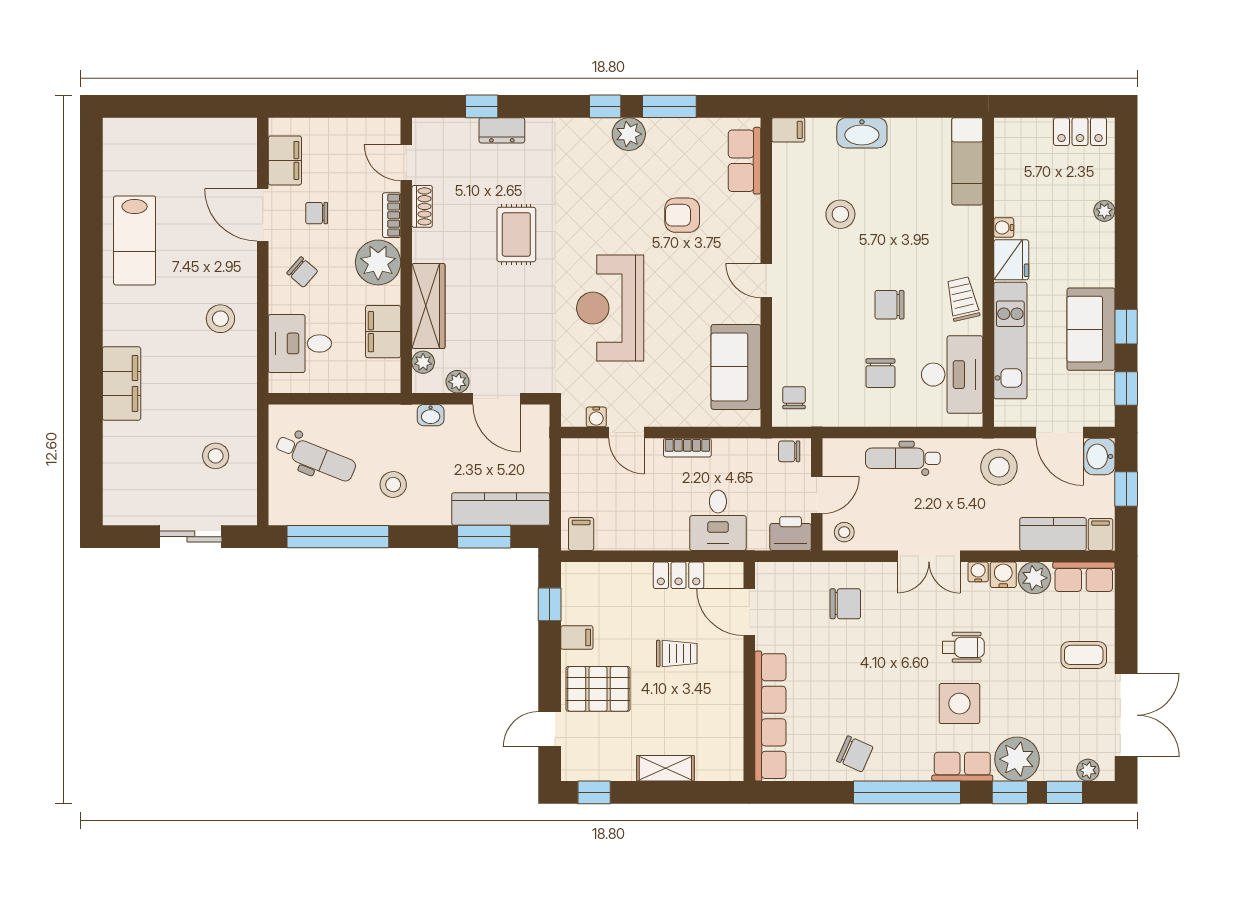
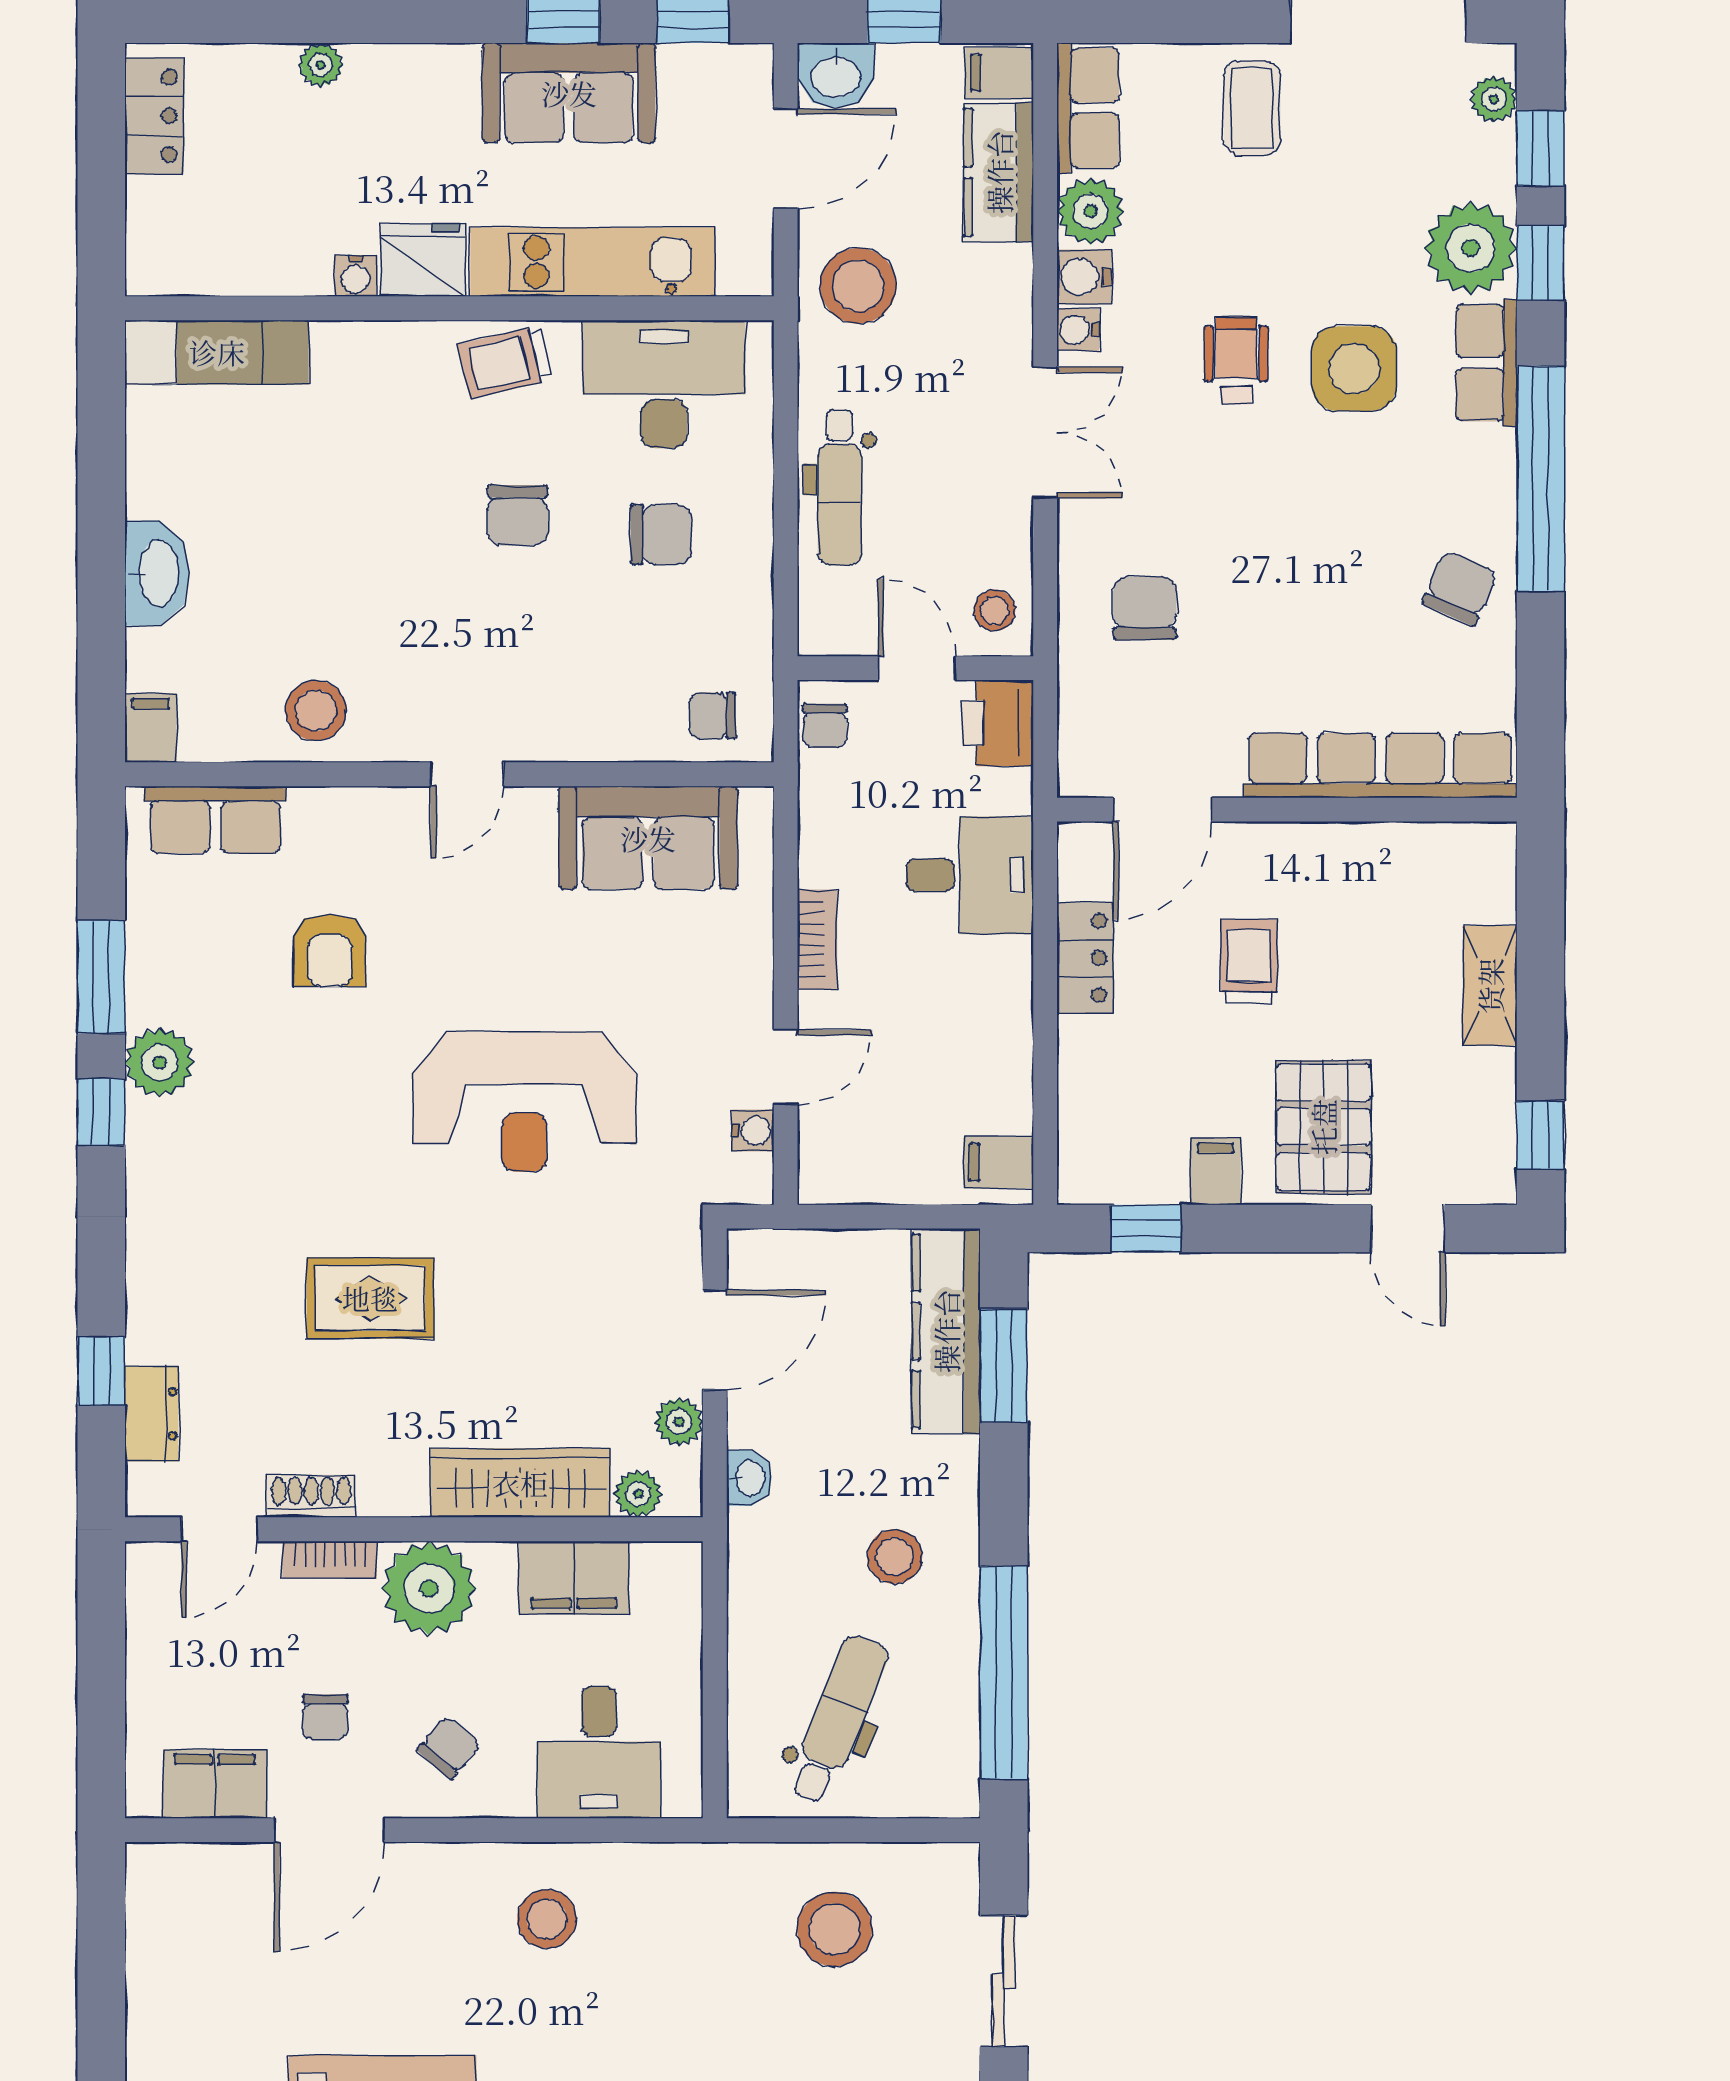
dresser: (502, 130) -> (152, 1414), moved
stool: (840, 214) -> (316, 711), moved
stool: (216, 456) -> (835, 1929), width x1.38, depth x1.38

